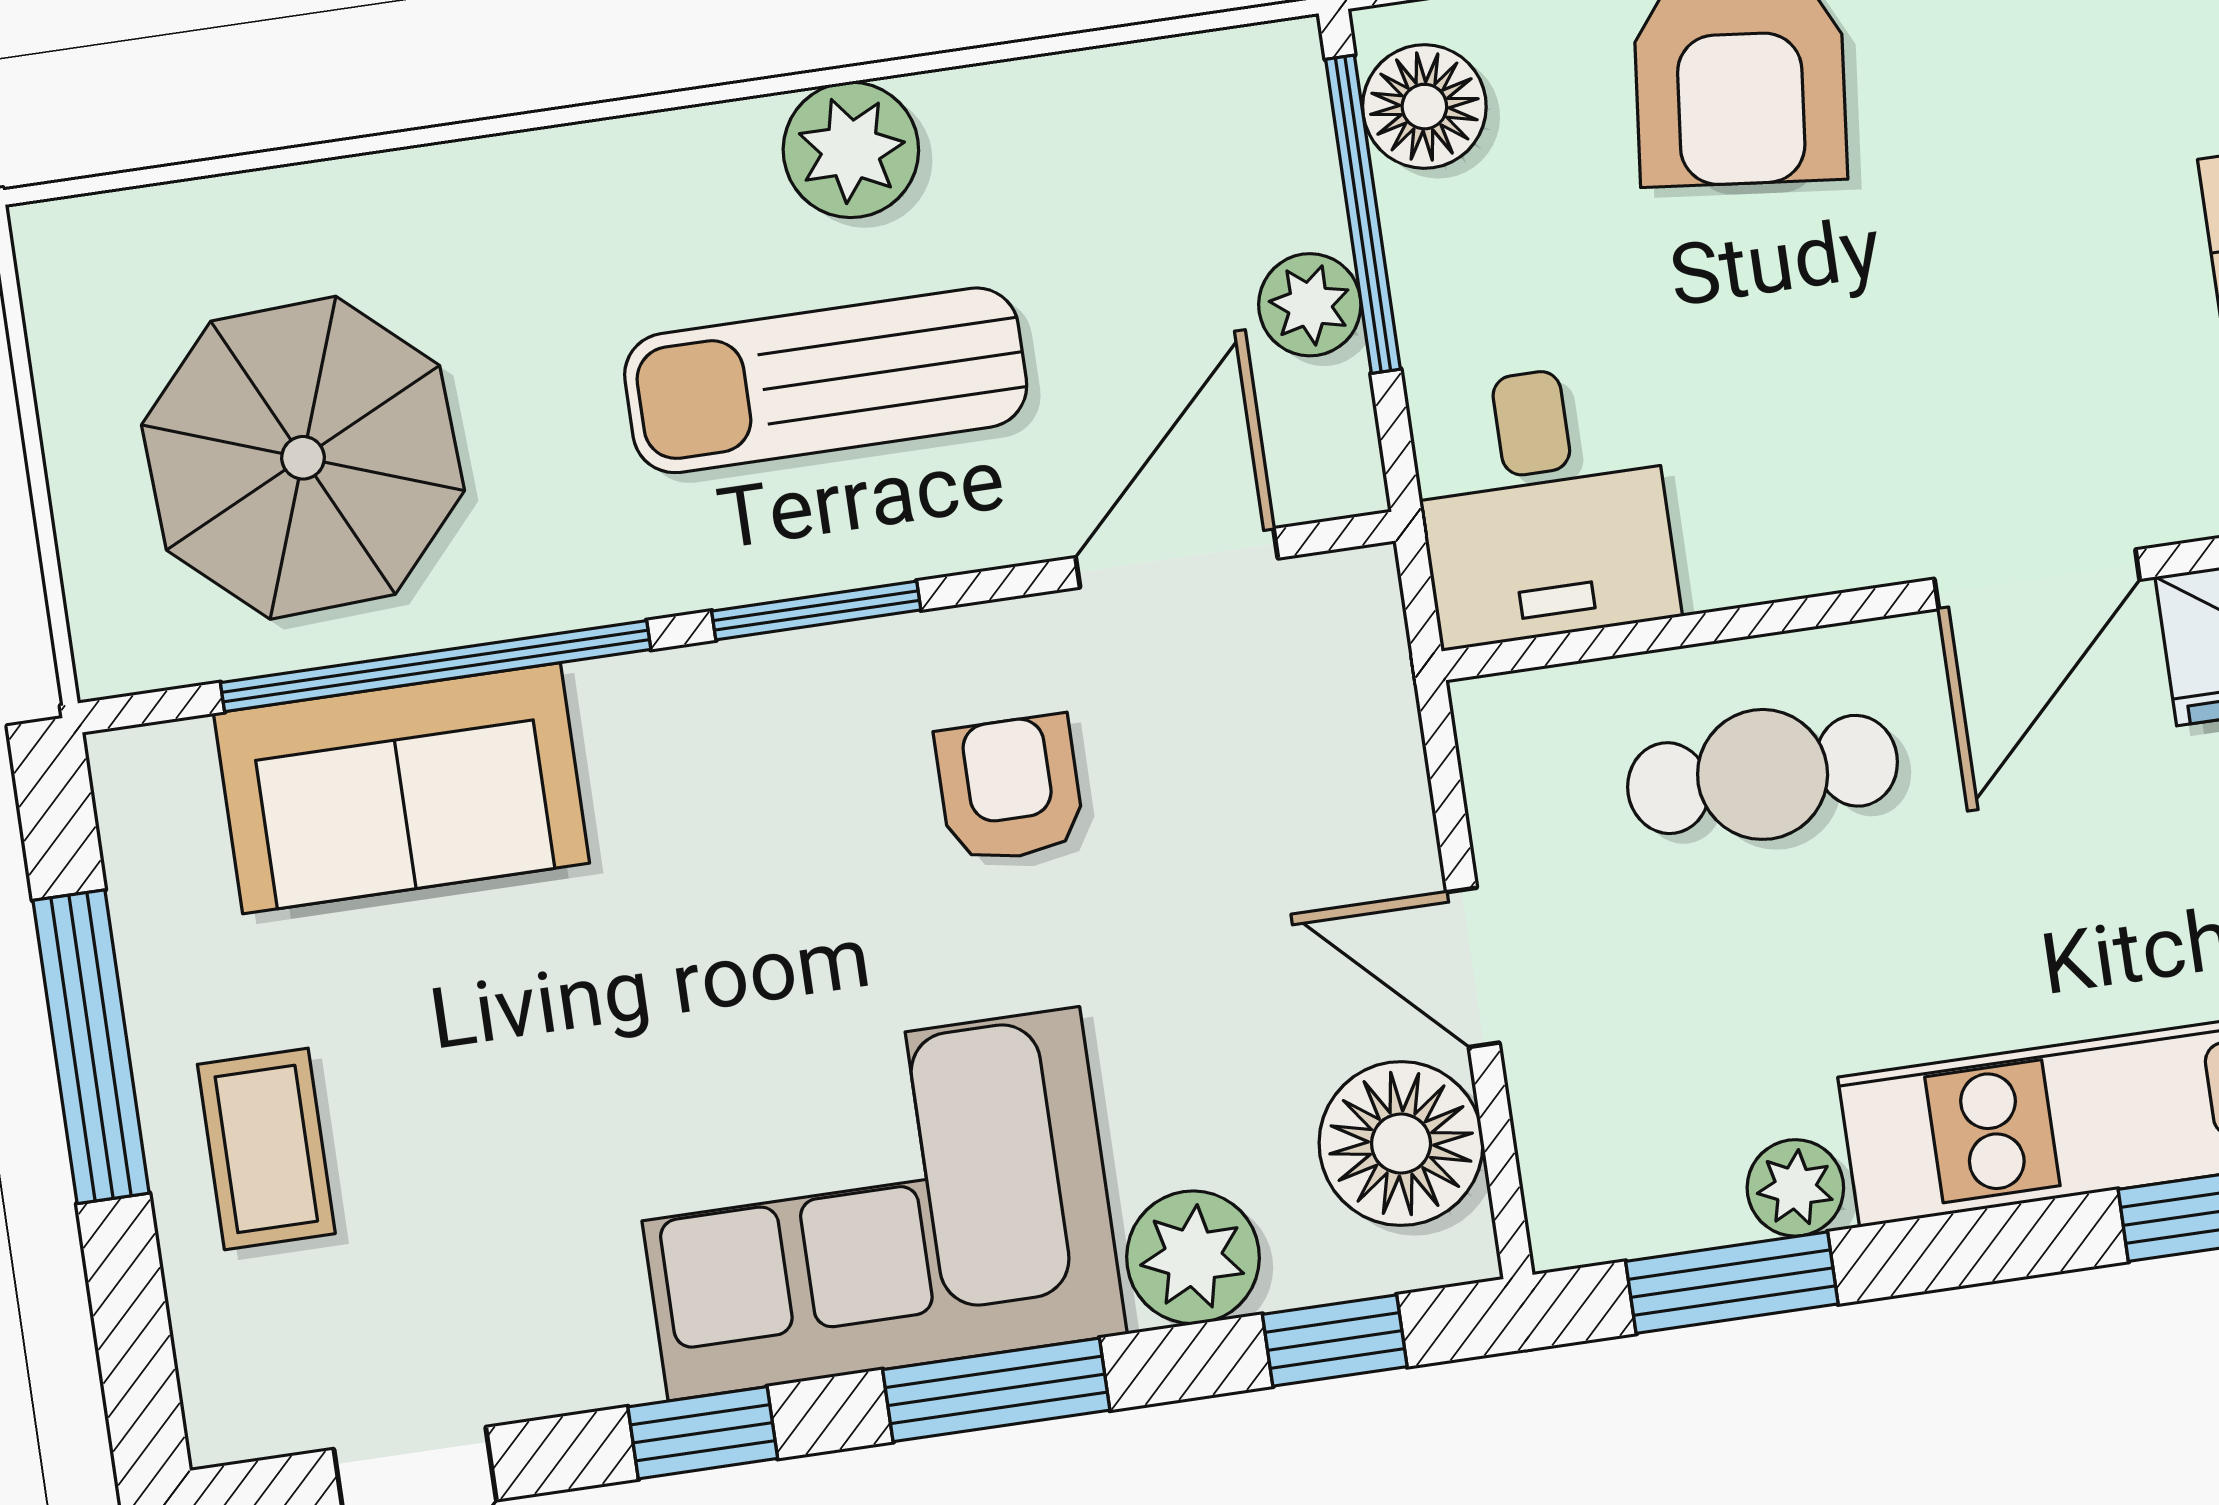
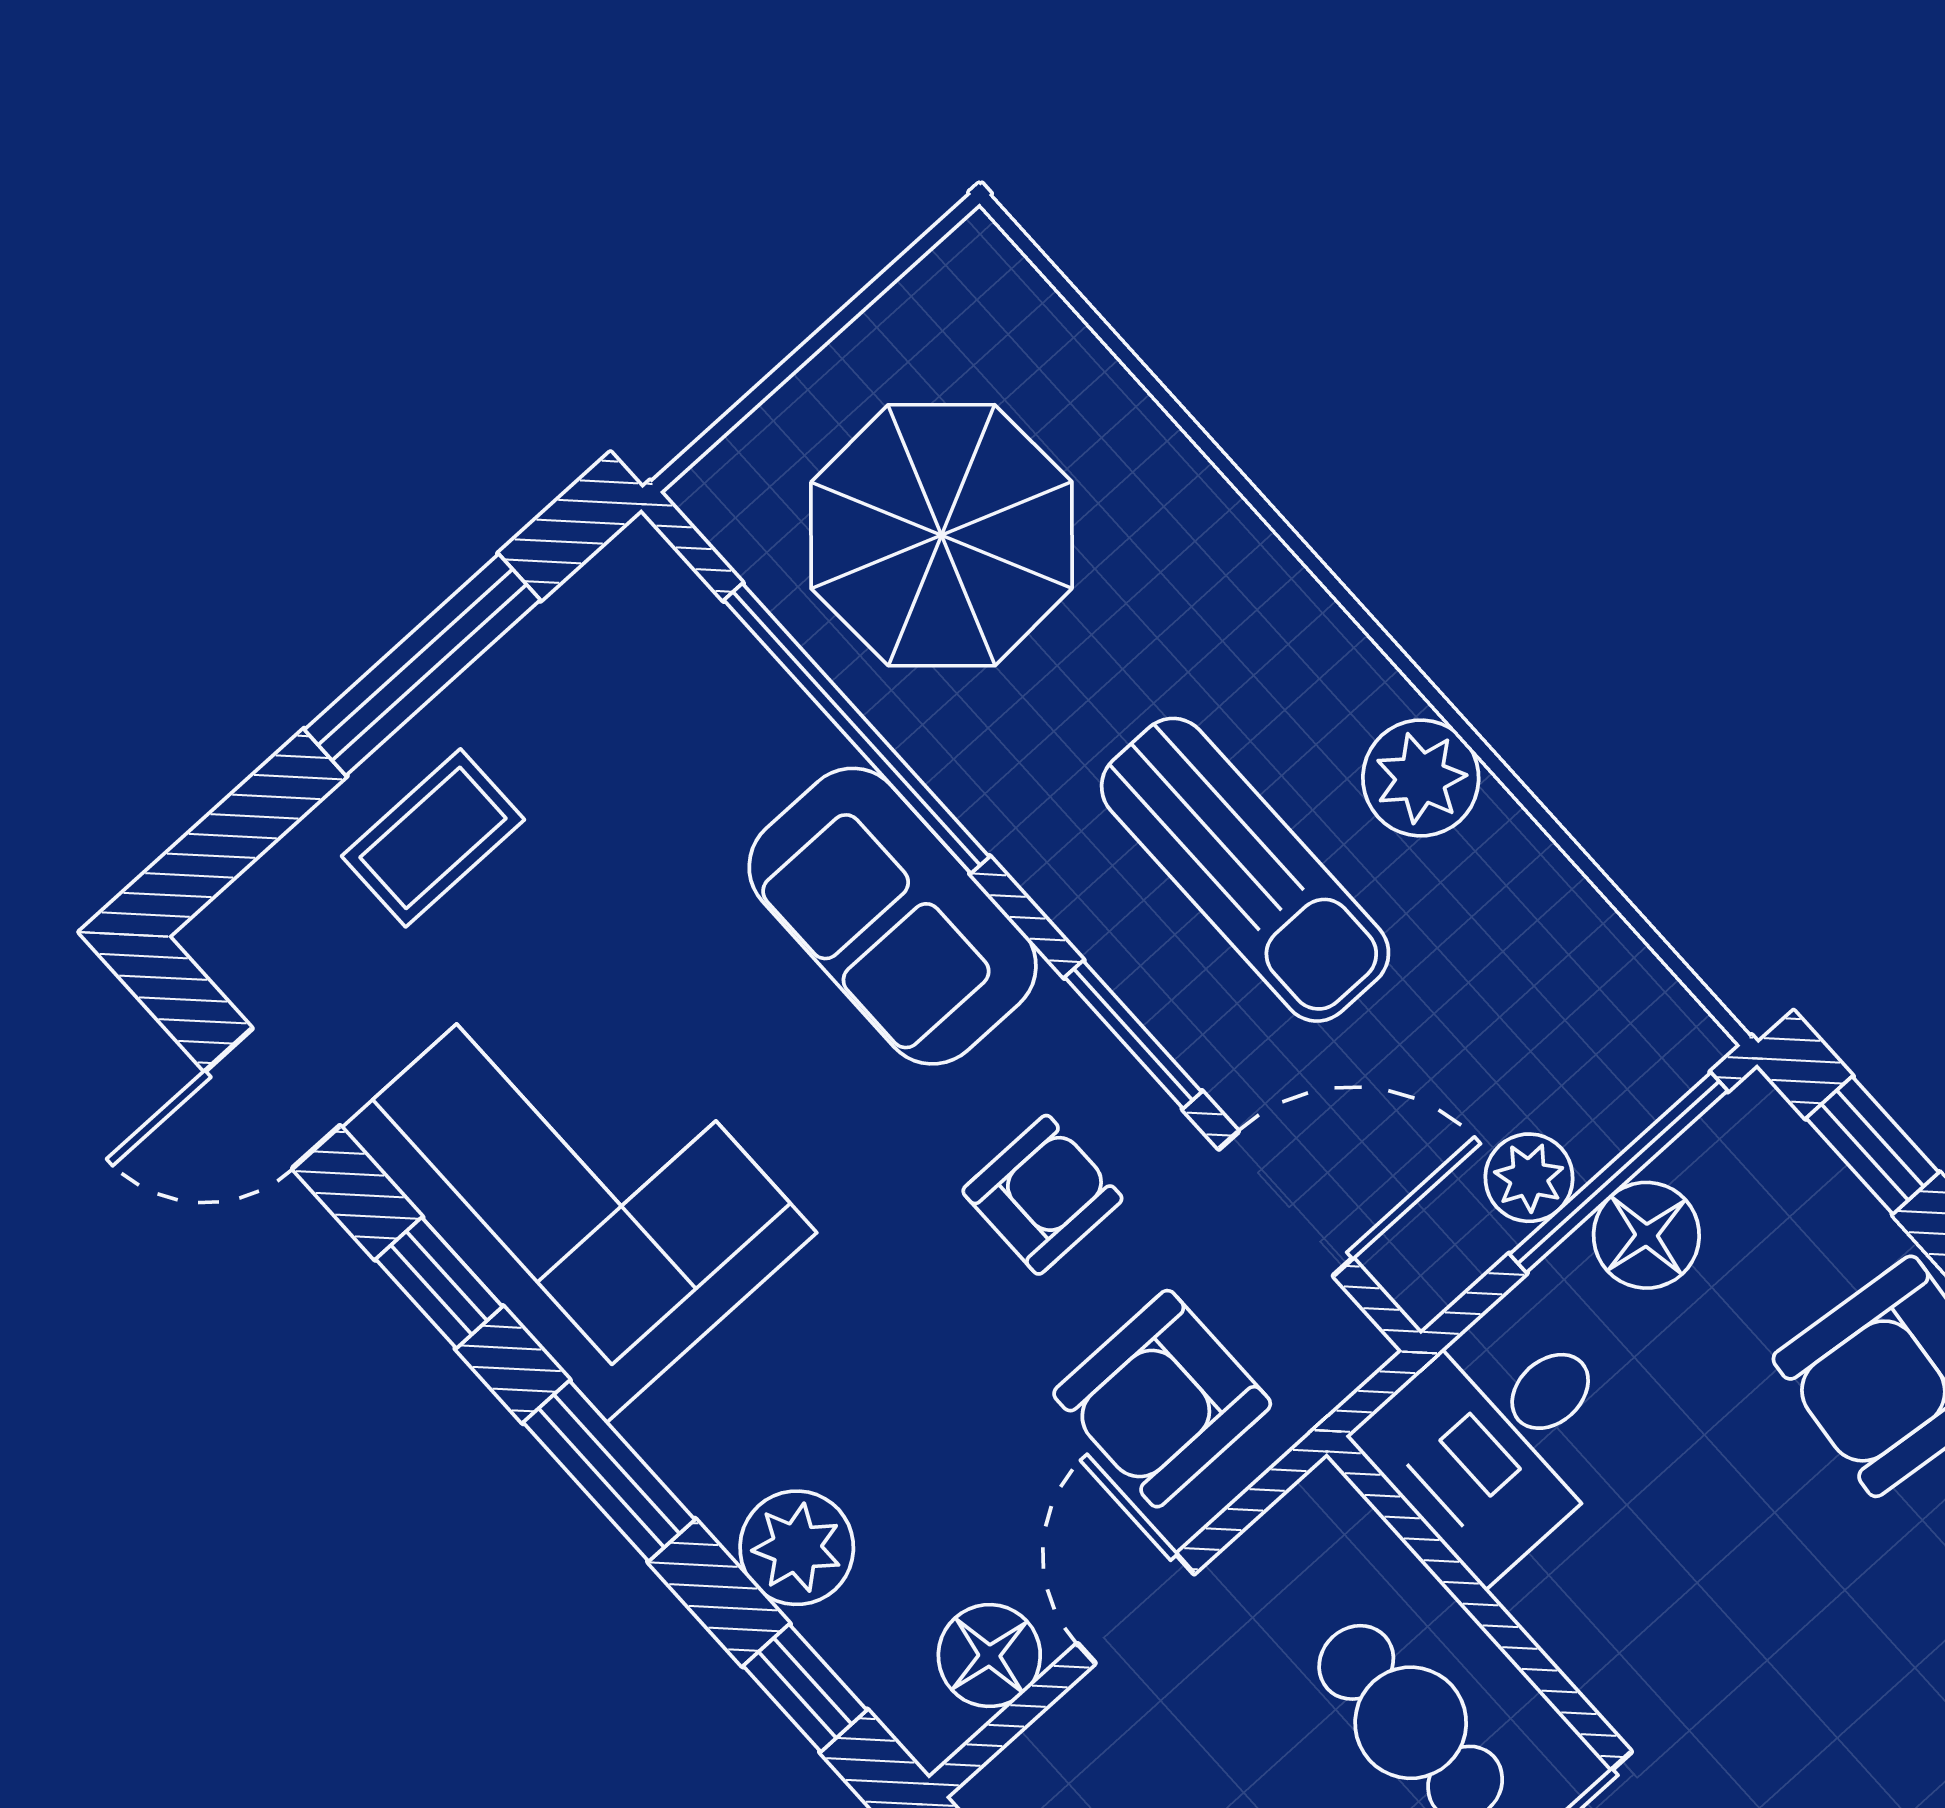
floor lamp: (1424, 107) -> (1646, 1235), moved
sun lounger: (826, 380) -> (1245, 870), turned 180
window: (816, 611) -> (1133, 1035), moved
sofa: (401, 788) -> (893, 916), moved
armchair: (1286, 805) -> (1162, 1399), added
floor lamp: (1401, 1143) -> (989, 1656), width x0.73, depth x0.73
corner sofa: (874, 1204) -> (579, 1180), moved

